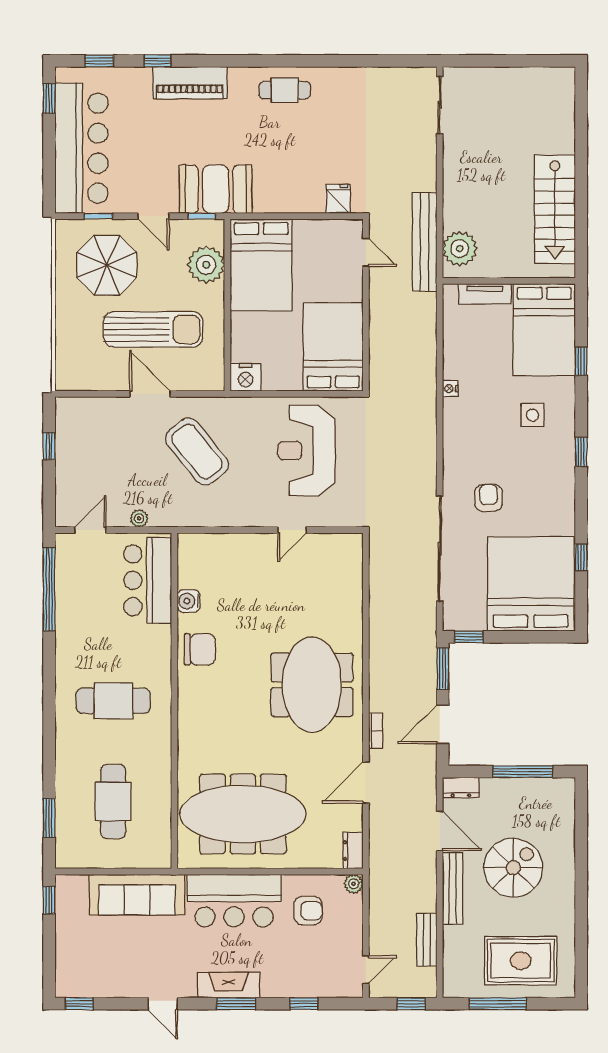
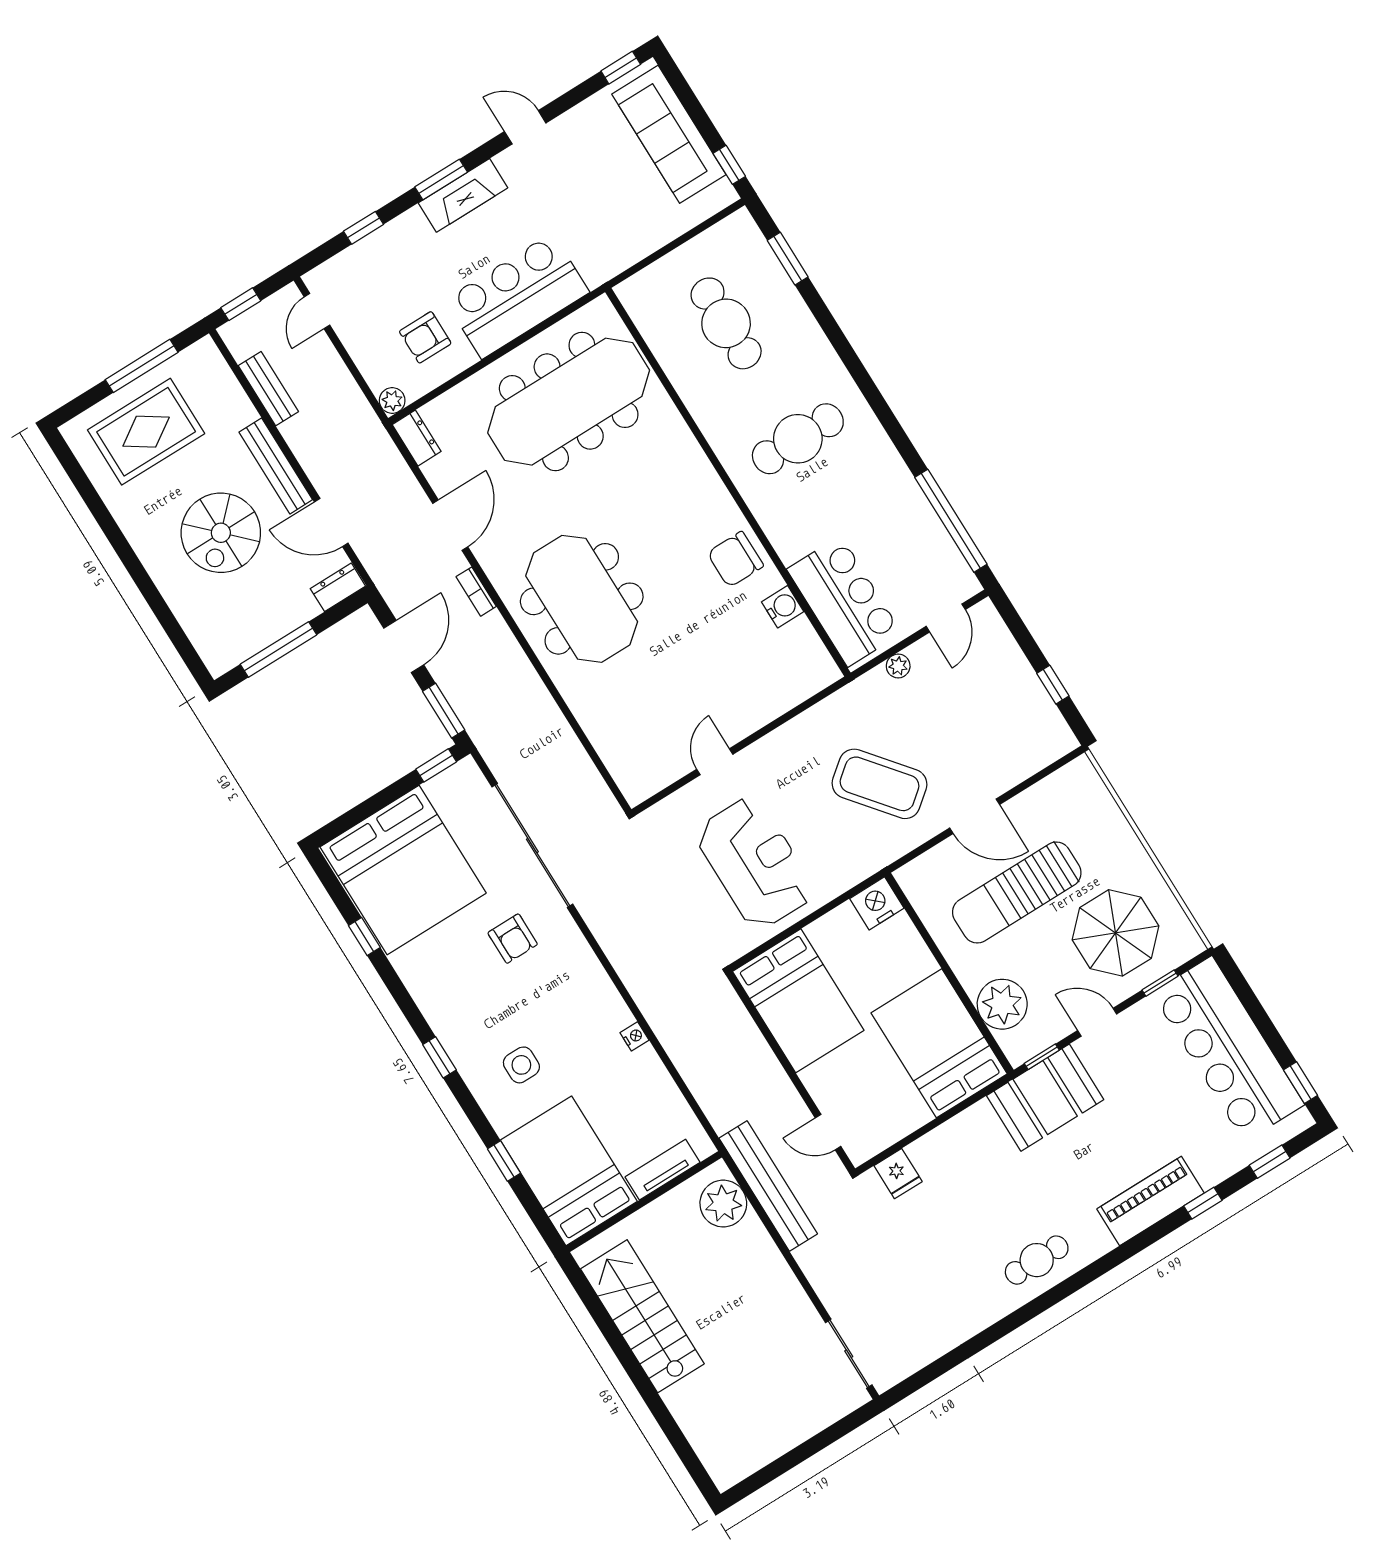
sofa: (137, 895) -> (669, 134), moved, turned -90

